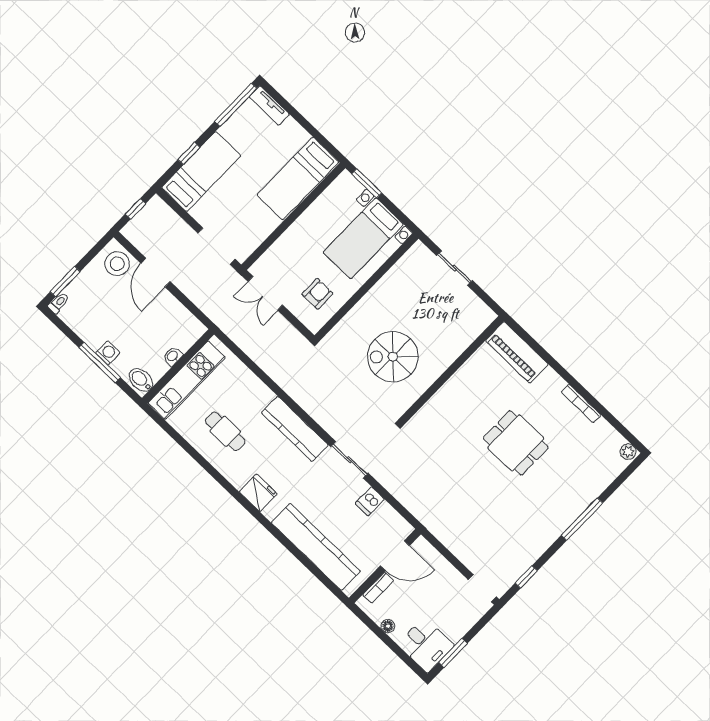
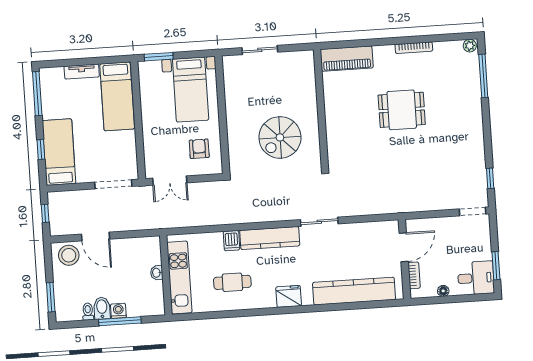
tv unit: (269, 106) -> (82, 72), moved
toilet: (58, 303) -> (88, 312), moved
bidet: (141, 380) -> (102, 308), moved, turned 90
dishwasher: (370, 501) -> (231, 241), moved
window: (582, 519) -> (483, 76), moved

